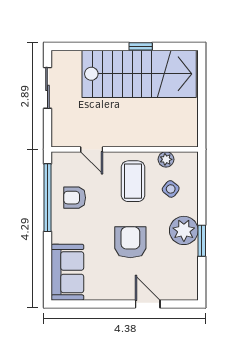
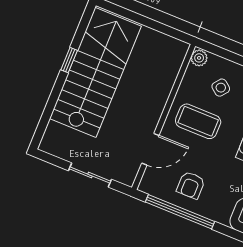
sliding door: (47, 88) -> (90, 175), moved
door: (92, 149) -> (150, 149), width x1.38
plant: (166, 159) -> (199, 58), moved

